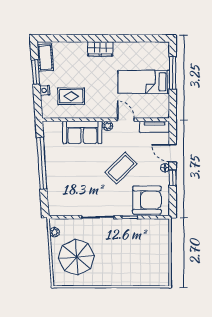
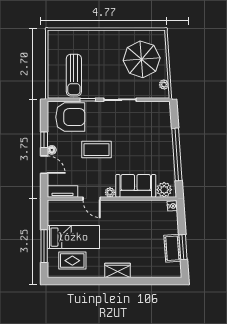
cot: (45, 58) -> (172, 248), moved
nightstand: (45, 90) -> (172, 206), moved
rug: (71, 96) -> (72, 261), moved
plant: (54, 128) -> (164, 190), added
coffee table: (121, 168) -> (97, 150), turned 45
armchair: (147, 200) -> (70, 117), turned 180
sun lounger: (143, 241) -> (74, 75), added

